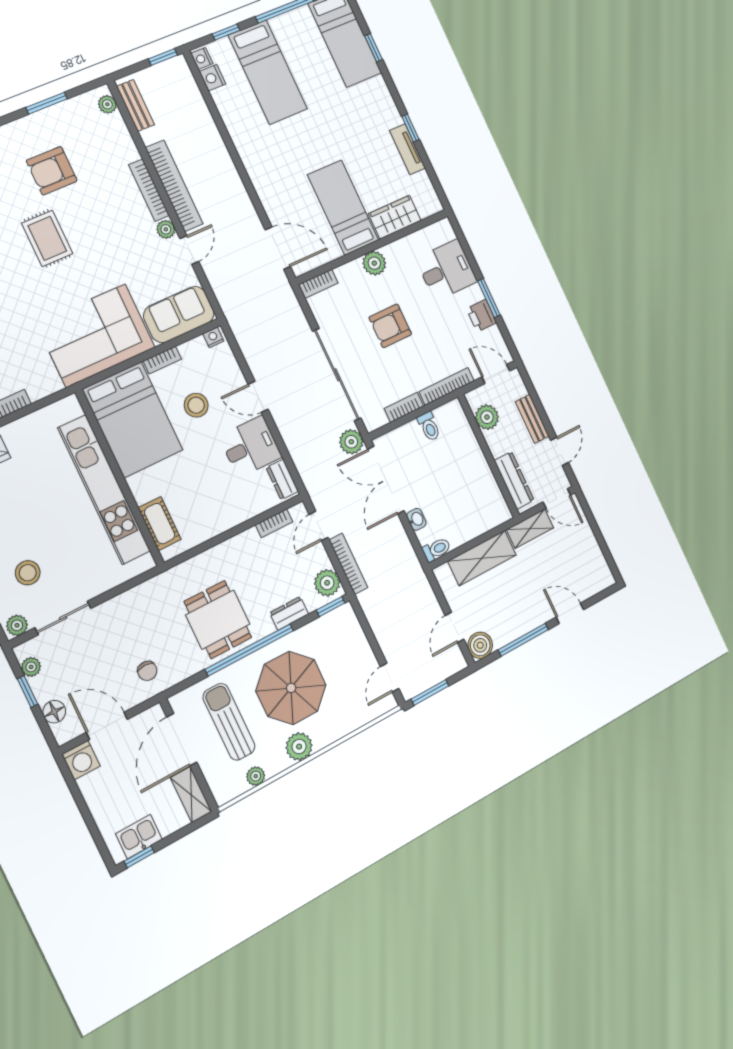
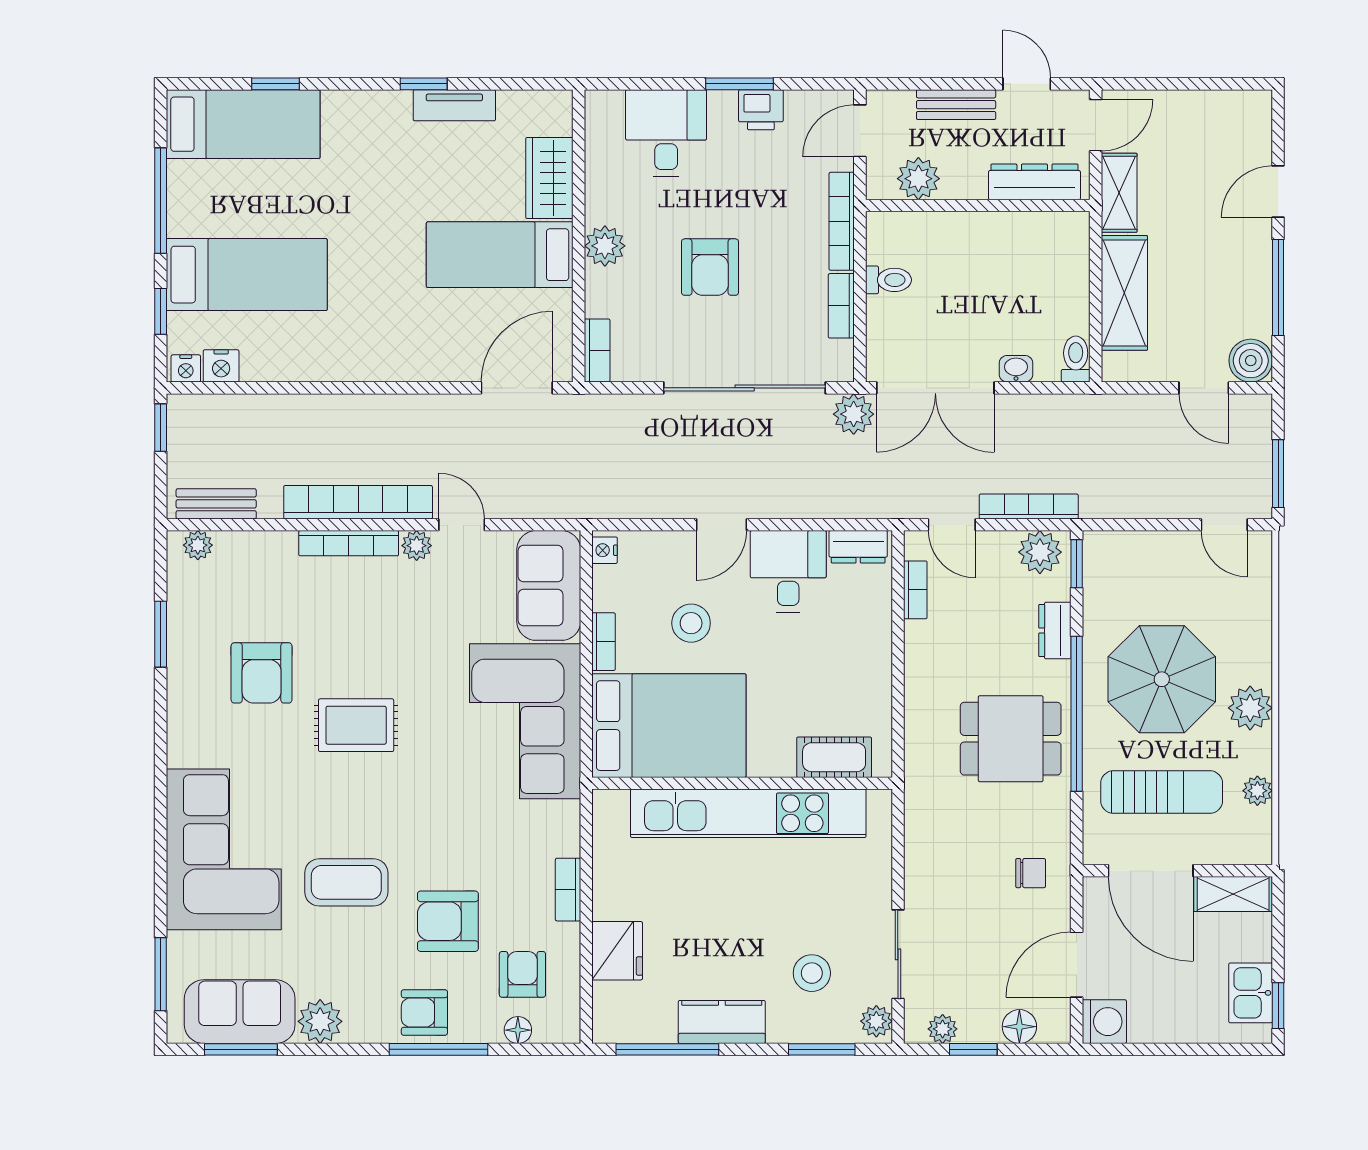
sun lounger: (229, 722) -> (1162, 792), turned 180

